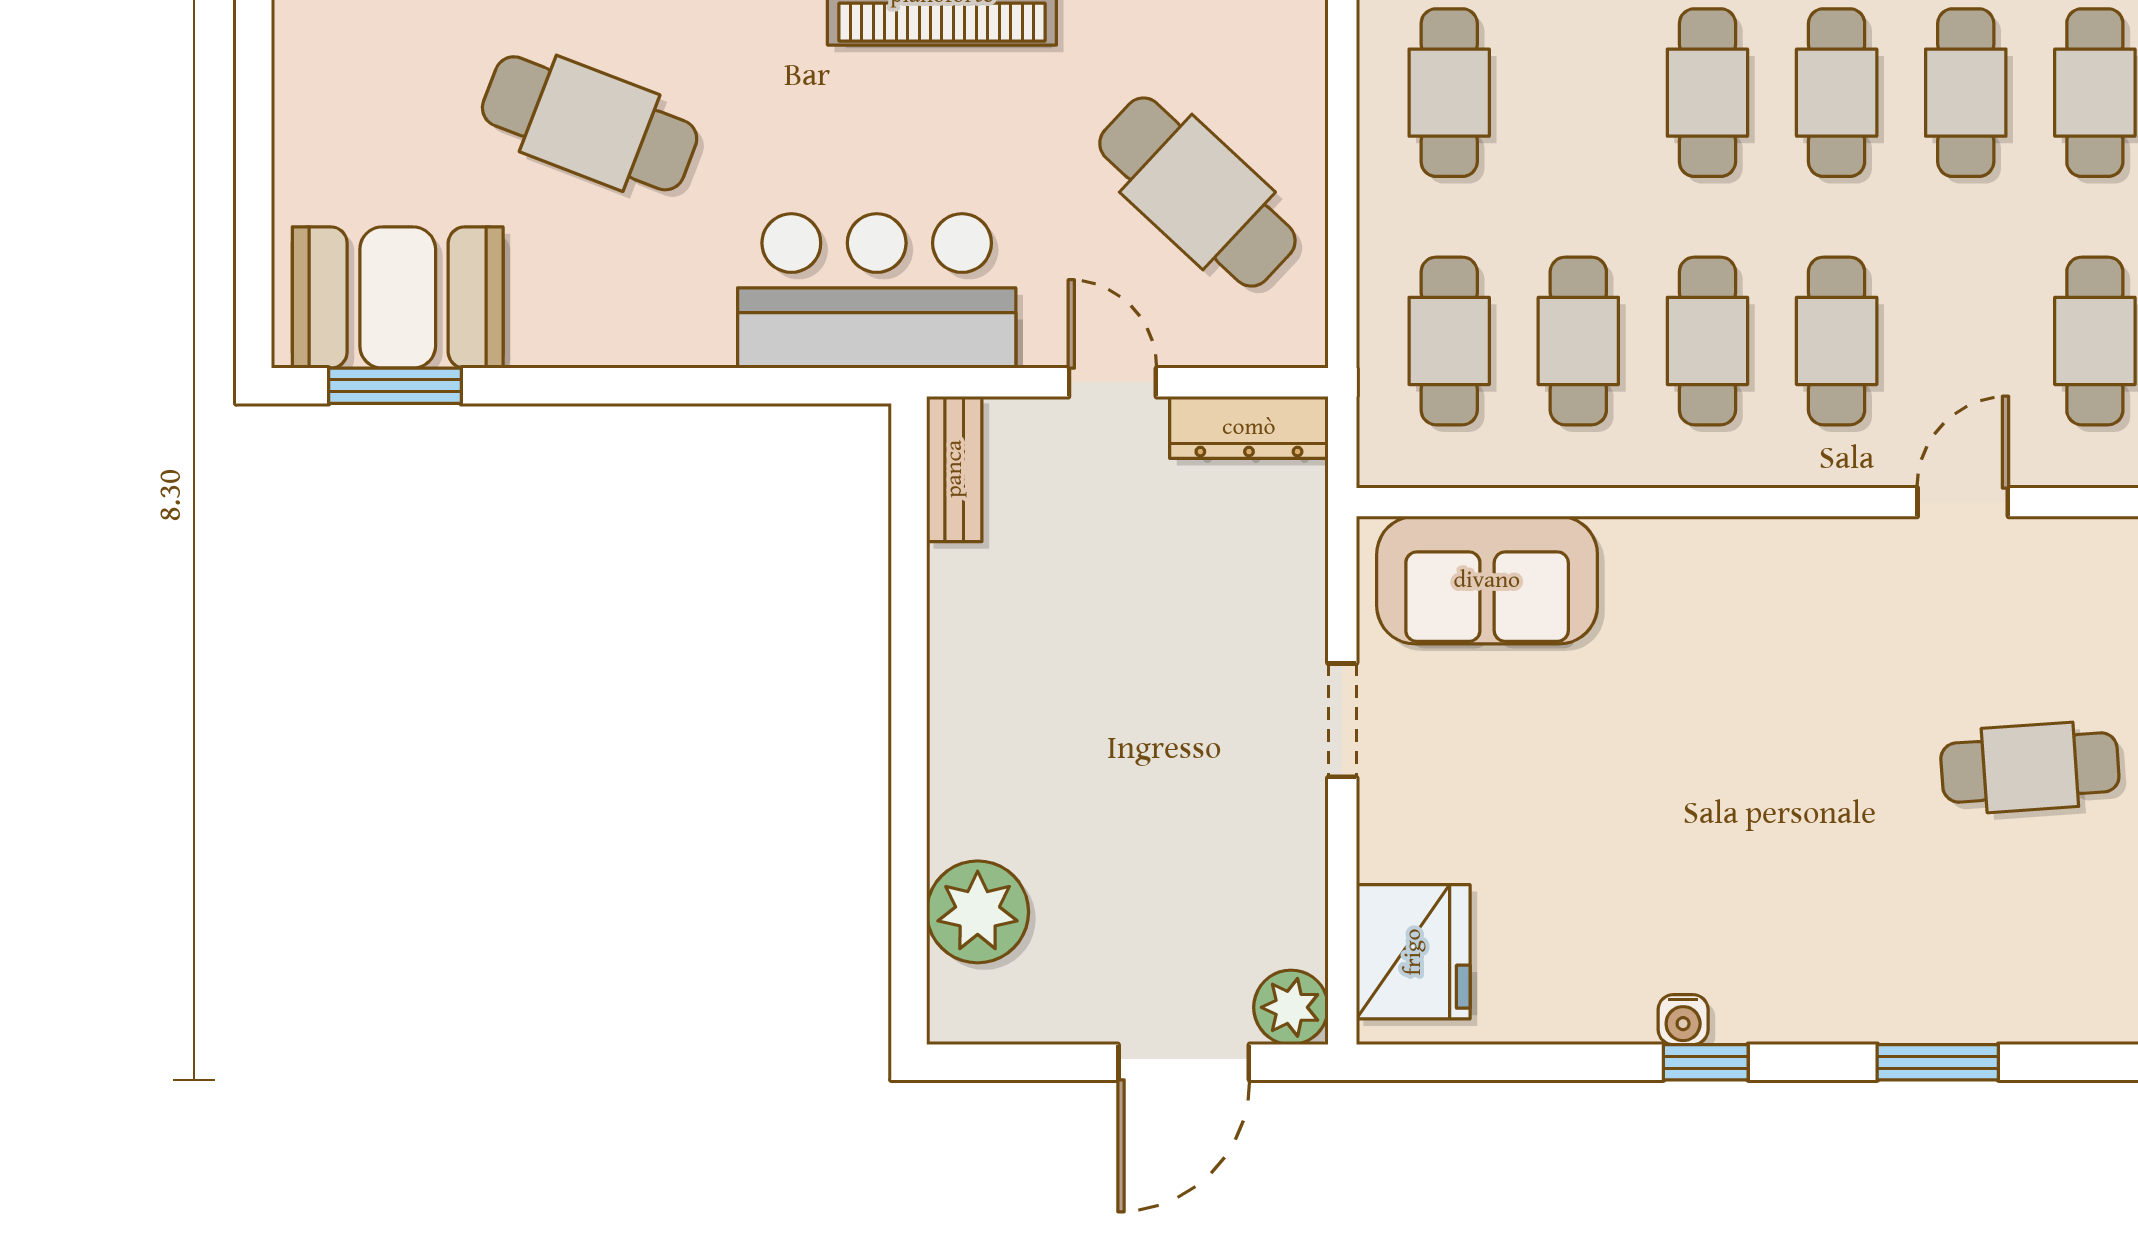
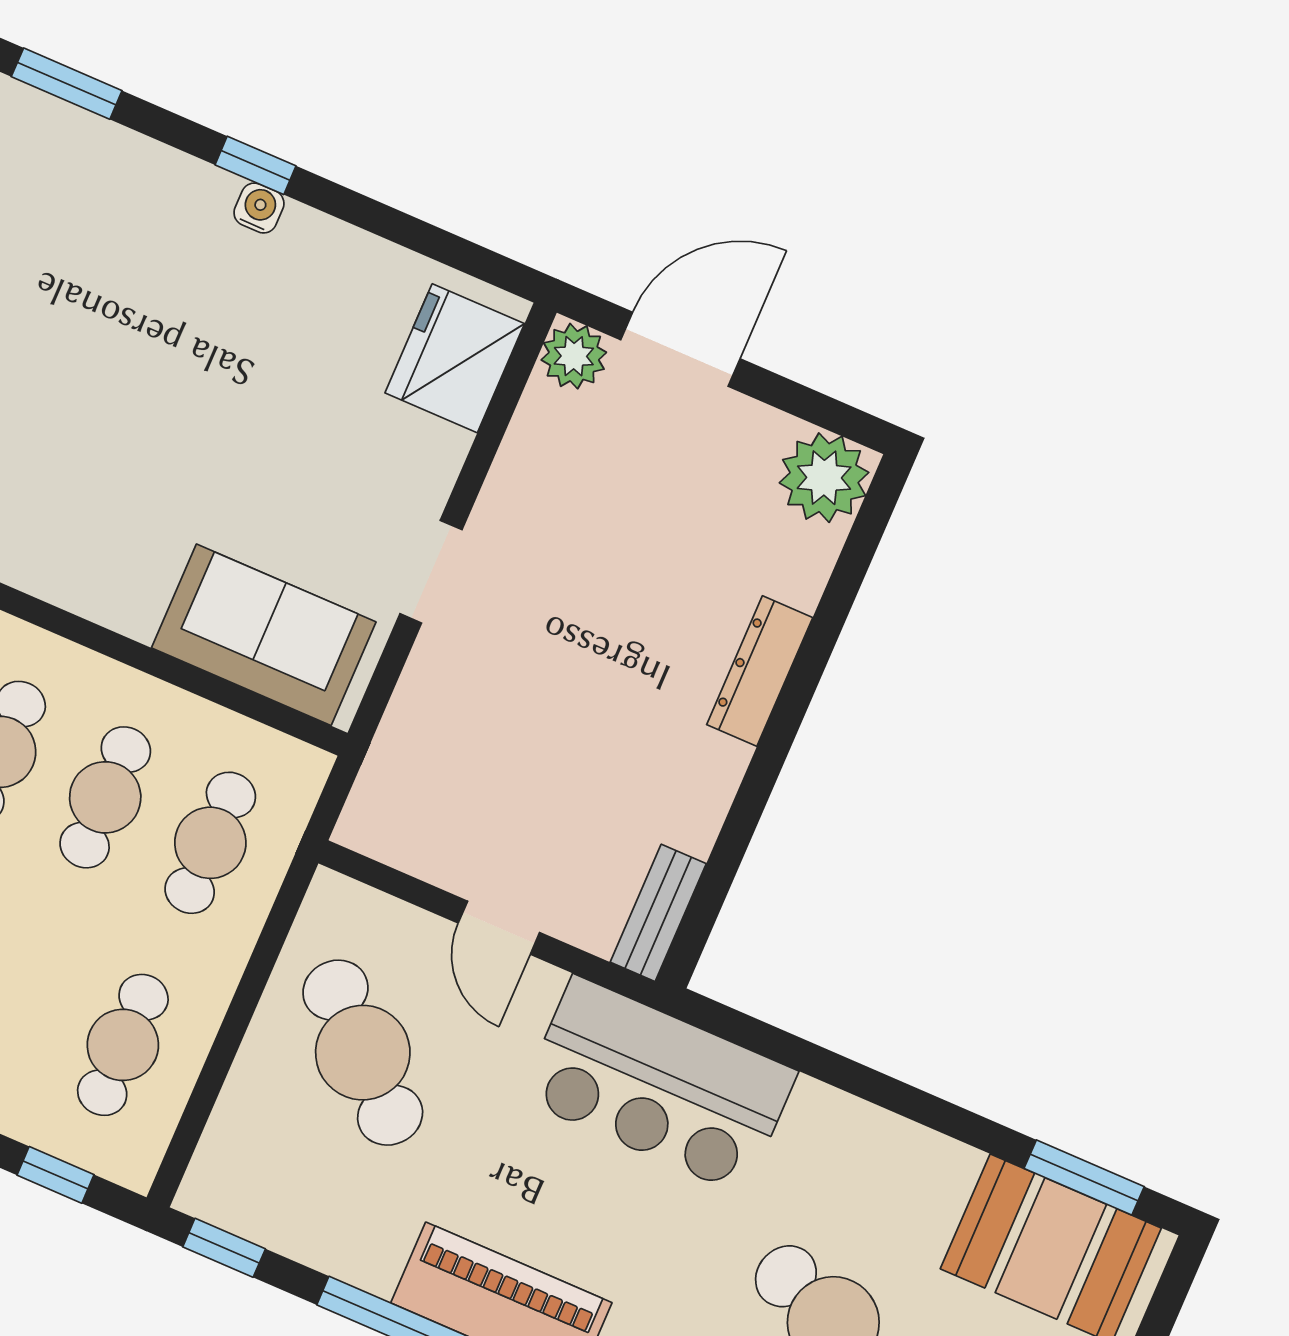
dresser: (1249, 427) -> (760, 671), moved, turned -90
plant: (978, 912) -> (824, 478), moved

